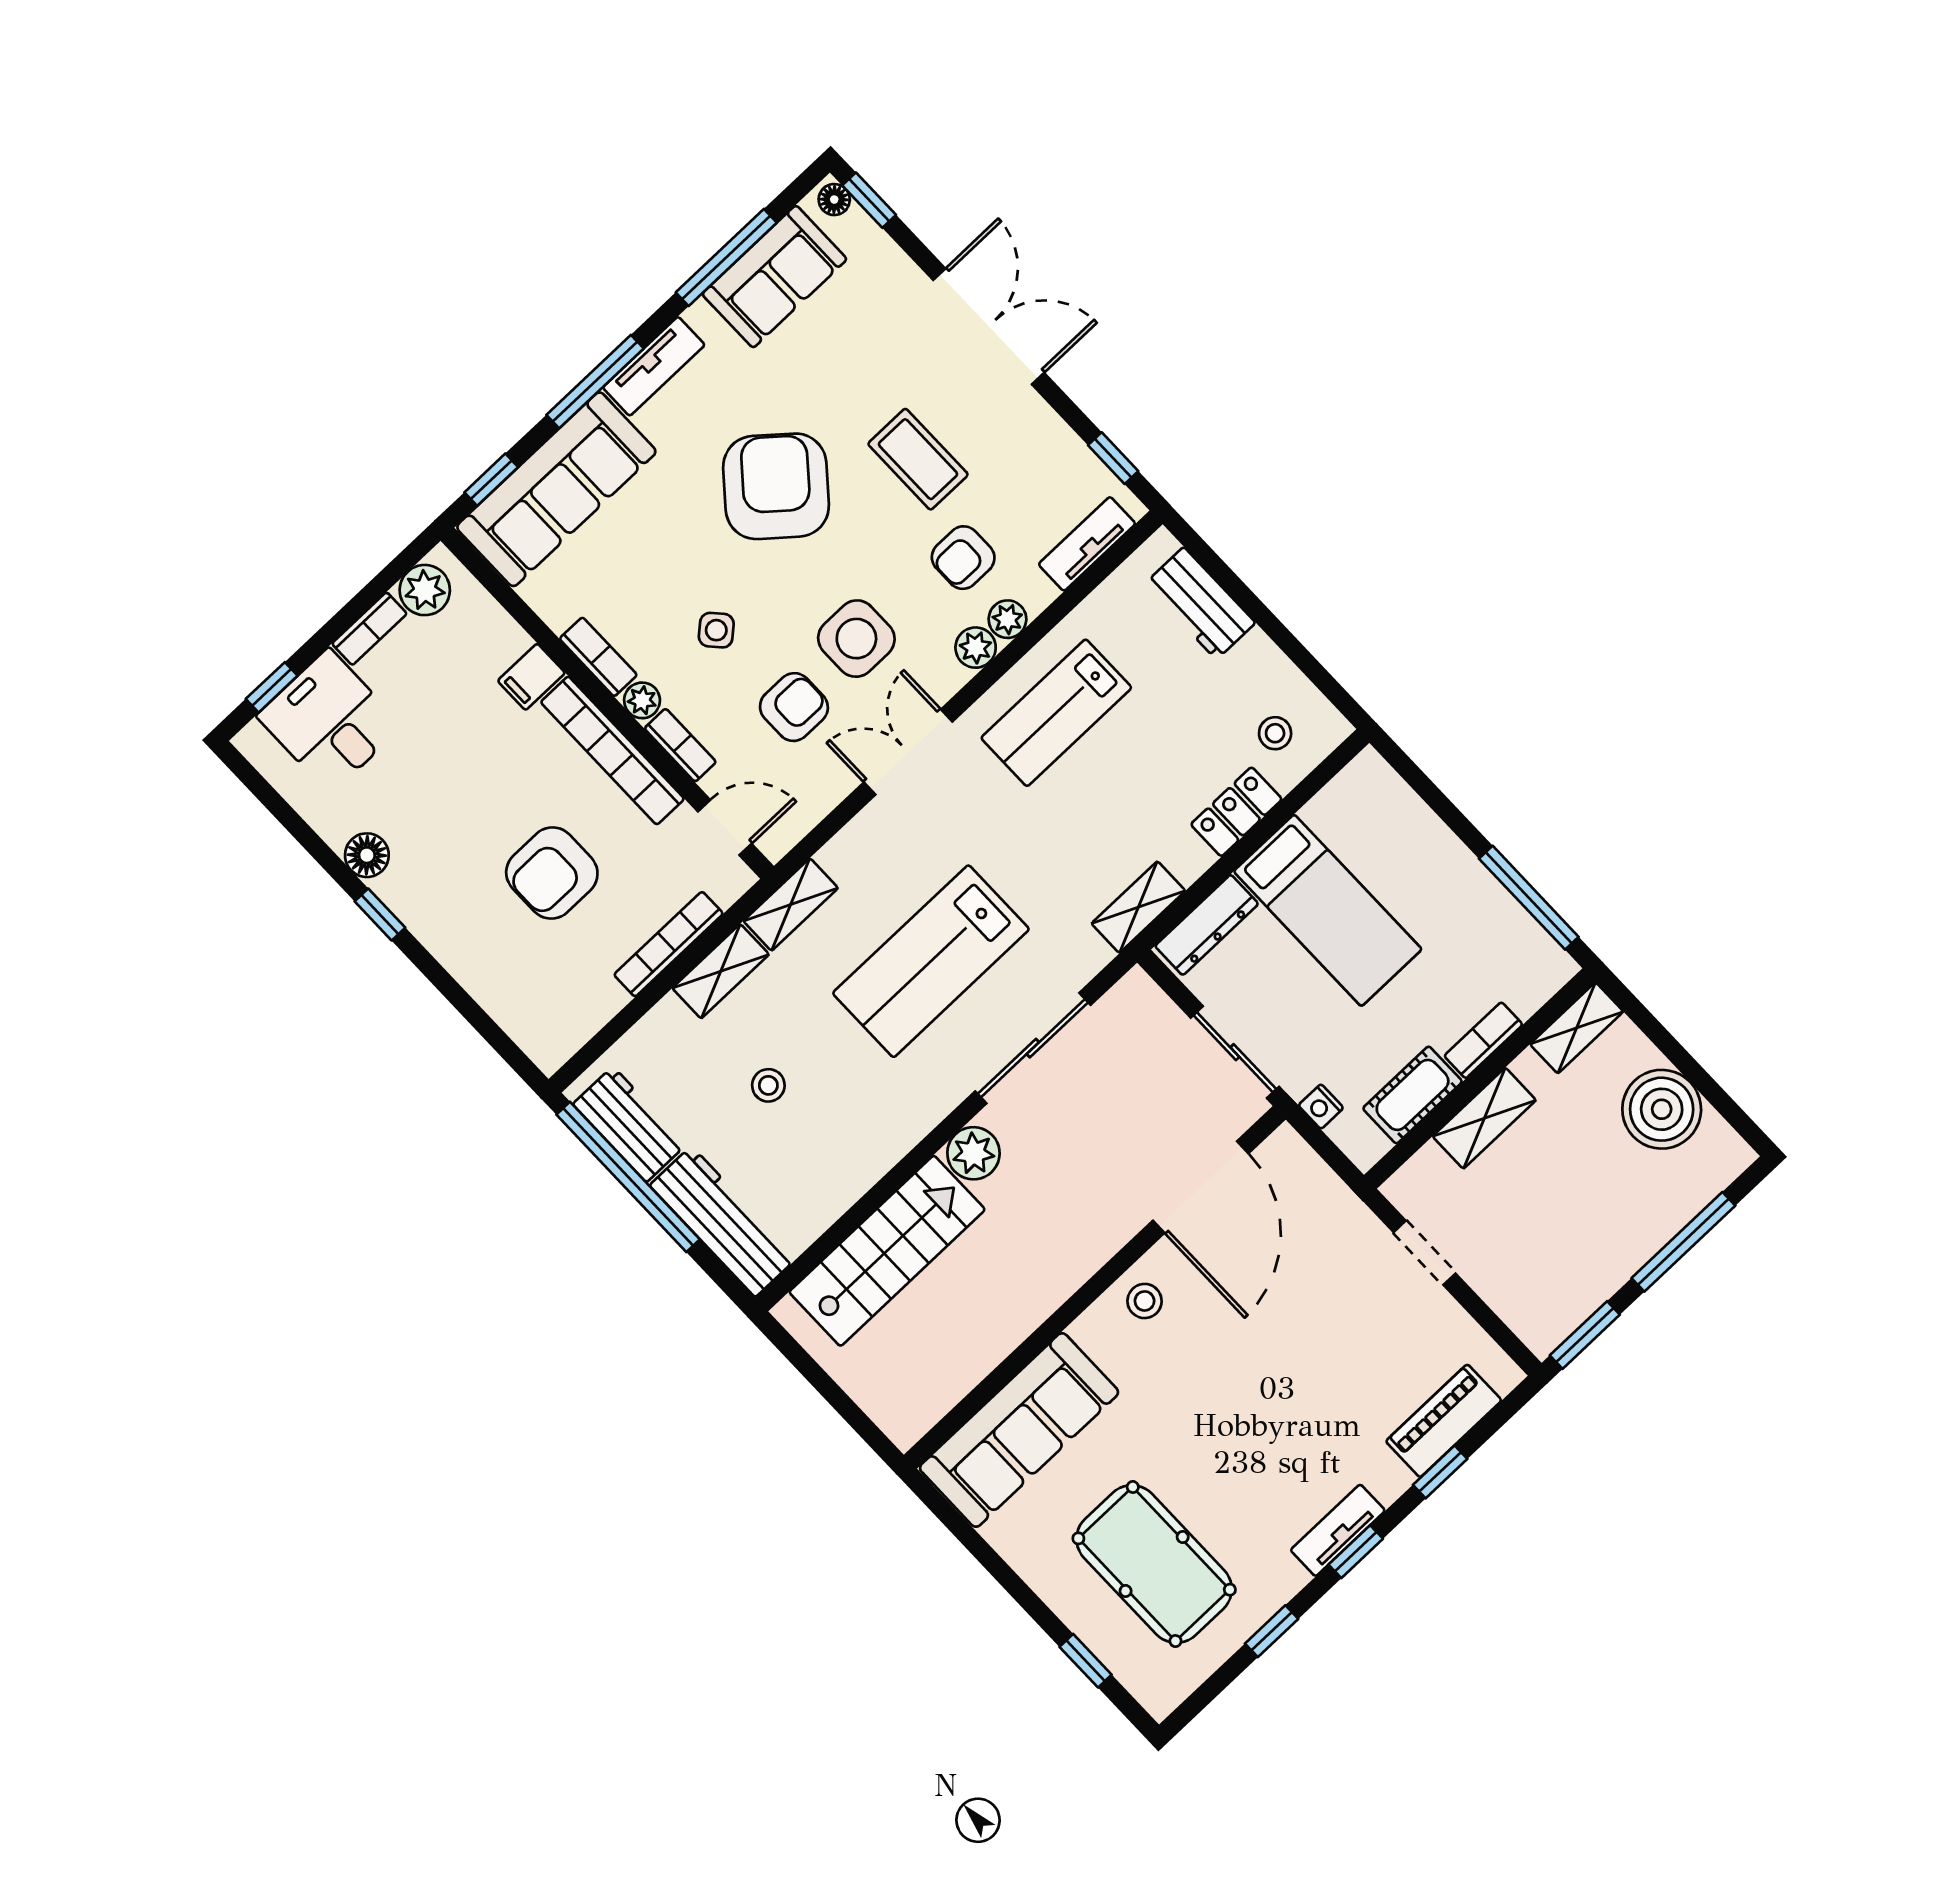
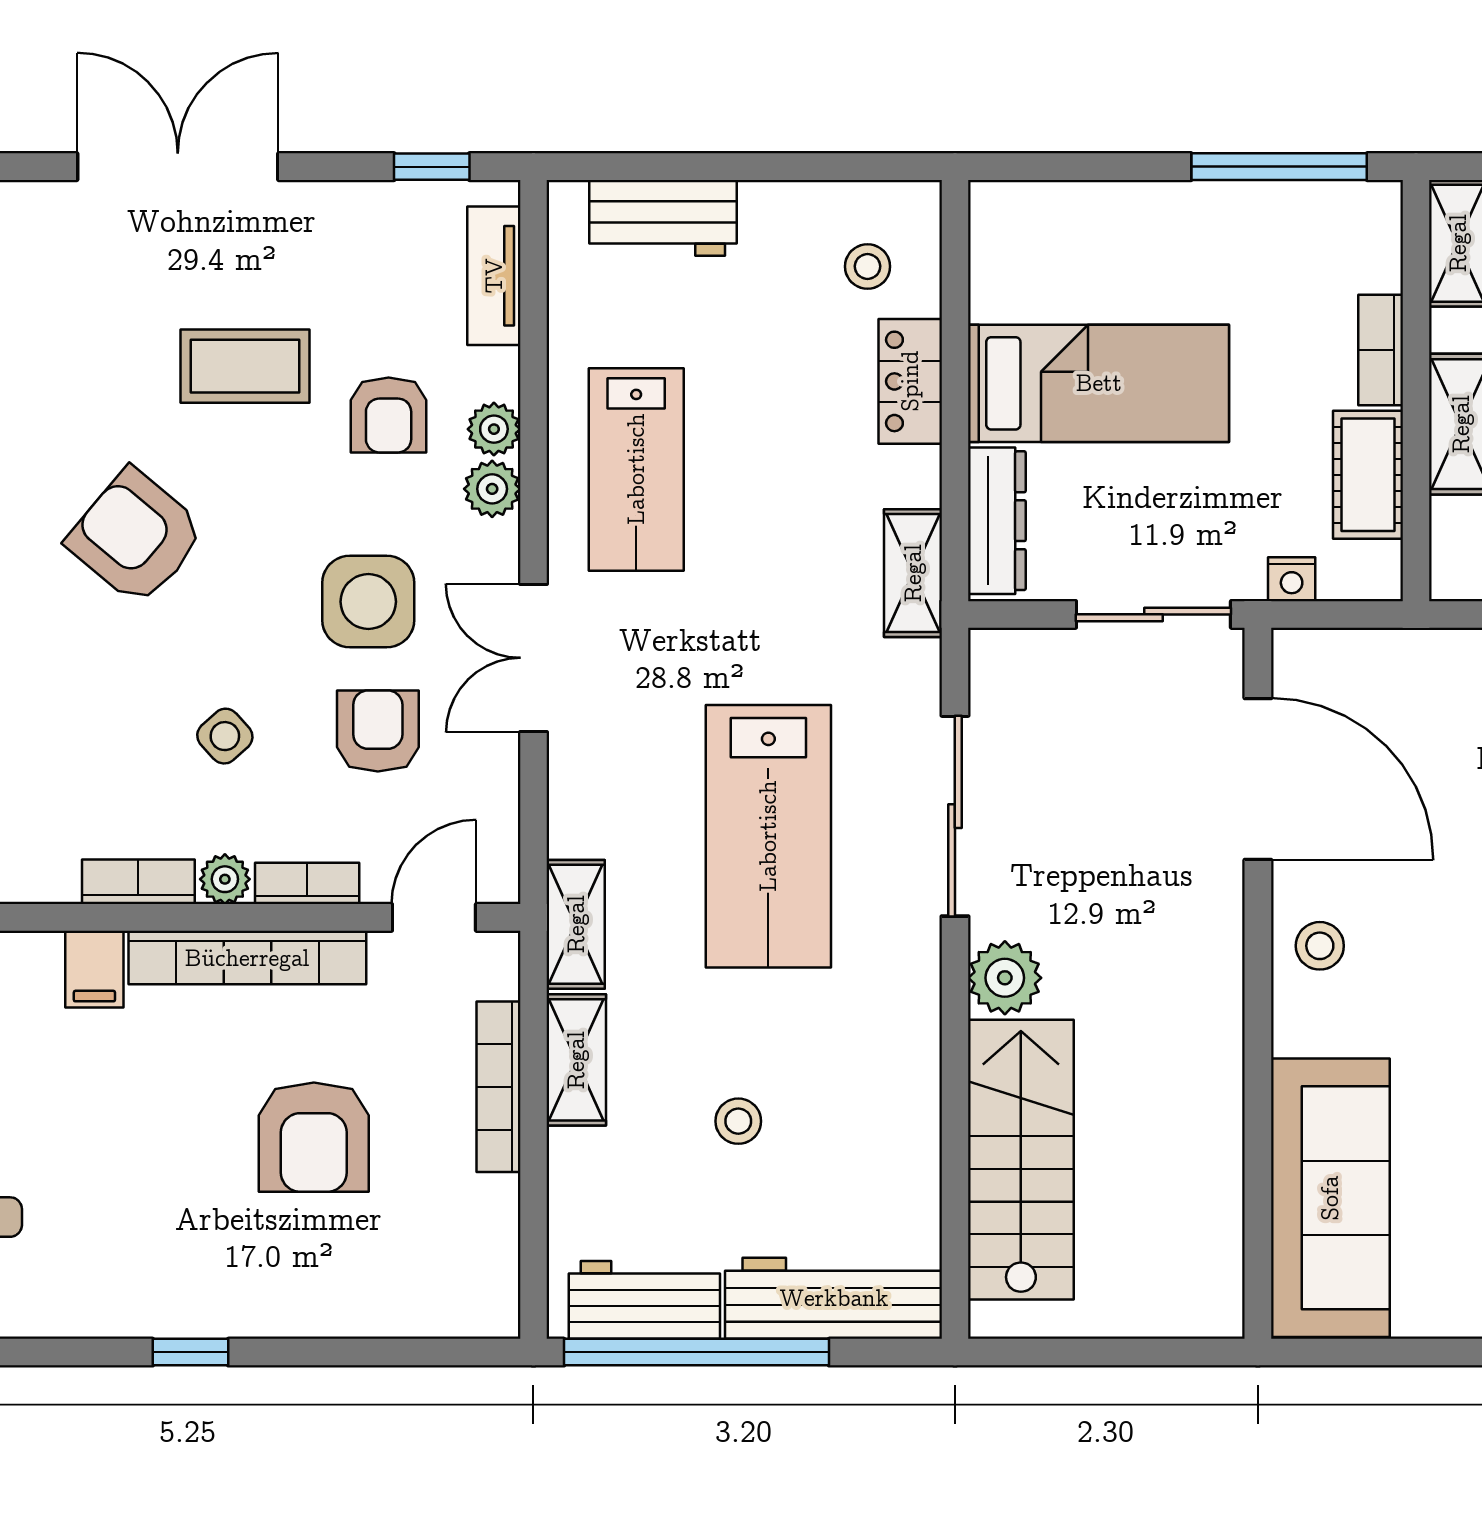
armchair: (776, 486) -> (136, 537), width x0.73, depth x0.73
floor lamp: (367, 855) -> (118, 1308), removed

